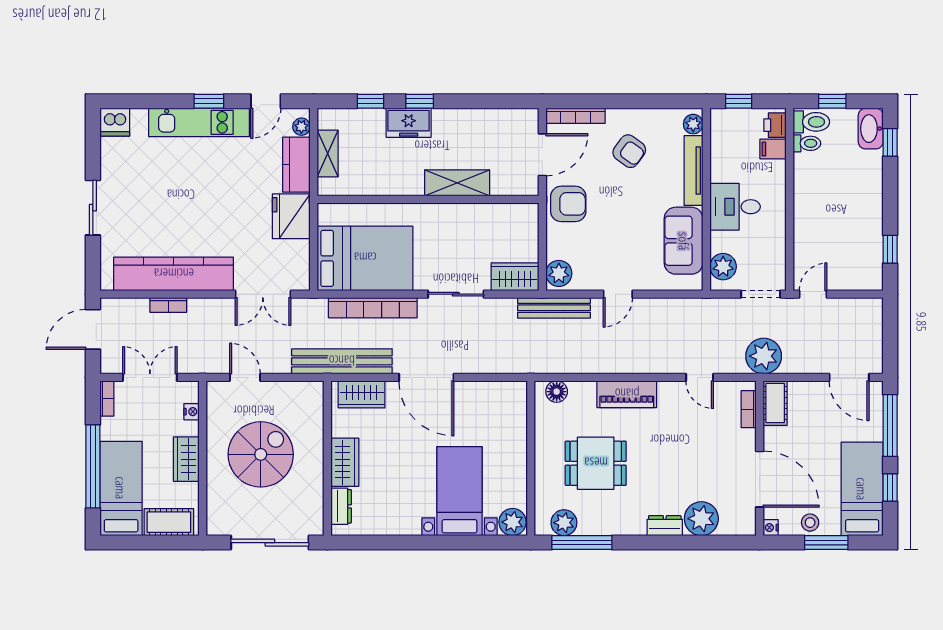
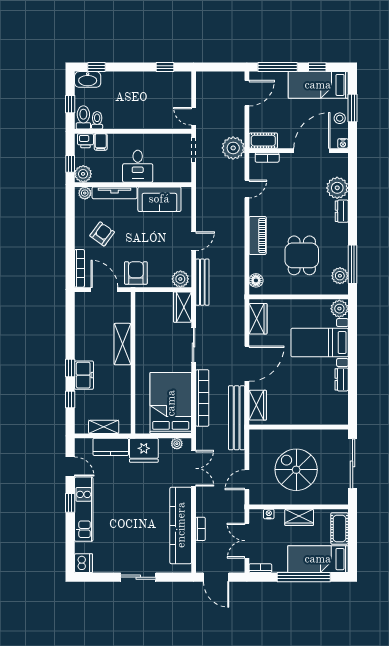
plant: (301, 127) -> (177, 444), moved
plant: (723, 267) -> (83, 174), moved
door: (618, 294) -> (194, 241), hinge flipped
wardrobe: (345, 462) -> (258, 319), moved, turned 90
dresser: (341, 506) -> (342, 379), moved, turned -90

